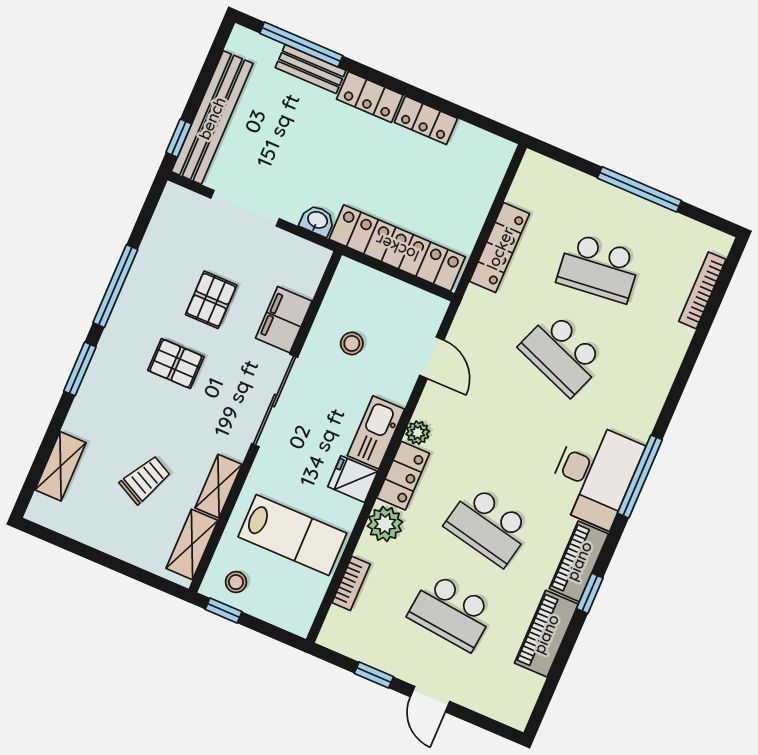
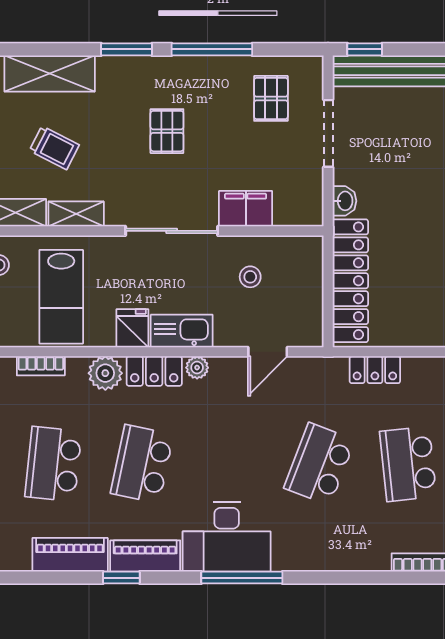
locker: (500, 248) -> (375, 370), width x0.66
pallet: (211, 300) -> (271, 98), moved, turned 90
shelving: (61, 466) -> (50, 73), width x1.50, depth x1.33

